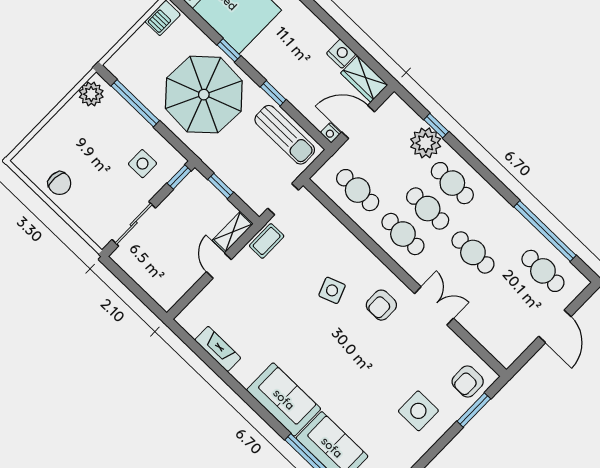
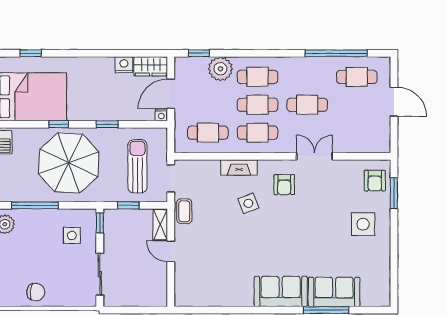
window: (436, 126) -> (199, 53), moved
sun lounger: (285, 135) -> (137, 166), moved, turned -90
fireplace: (218, 349) -> (239, 167), moved, turned 180

